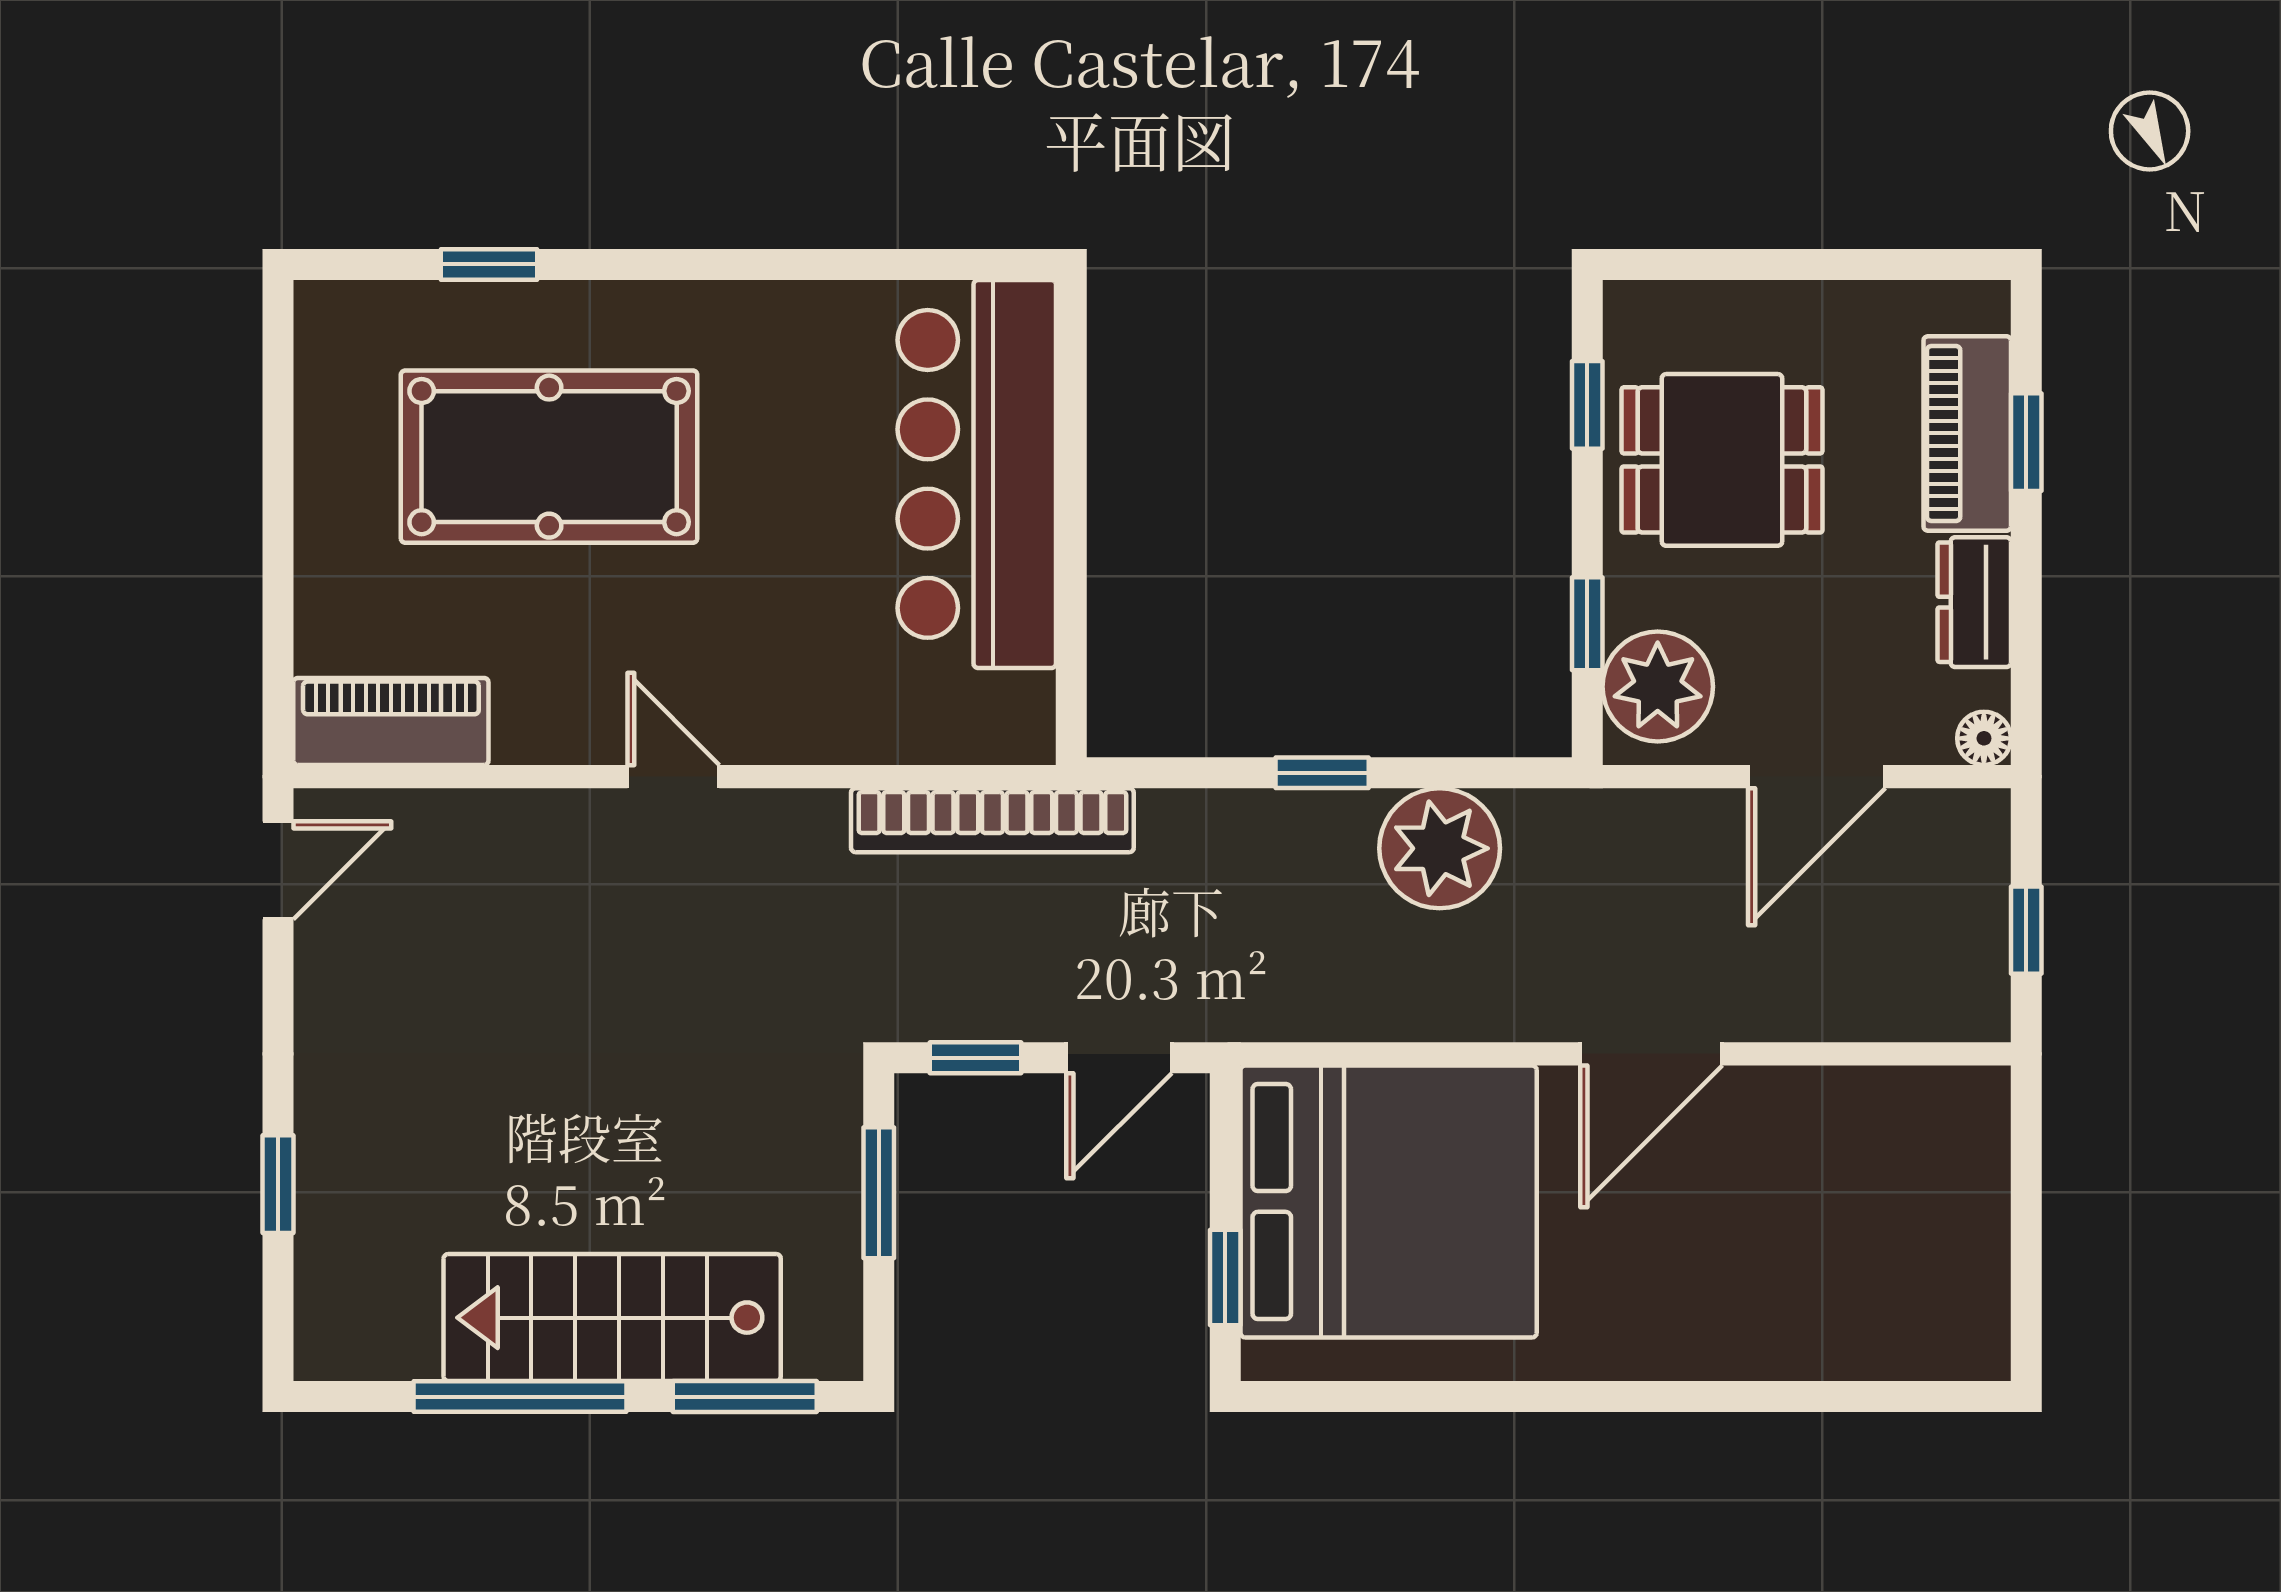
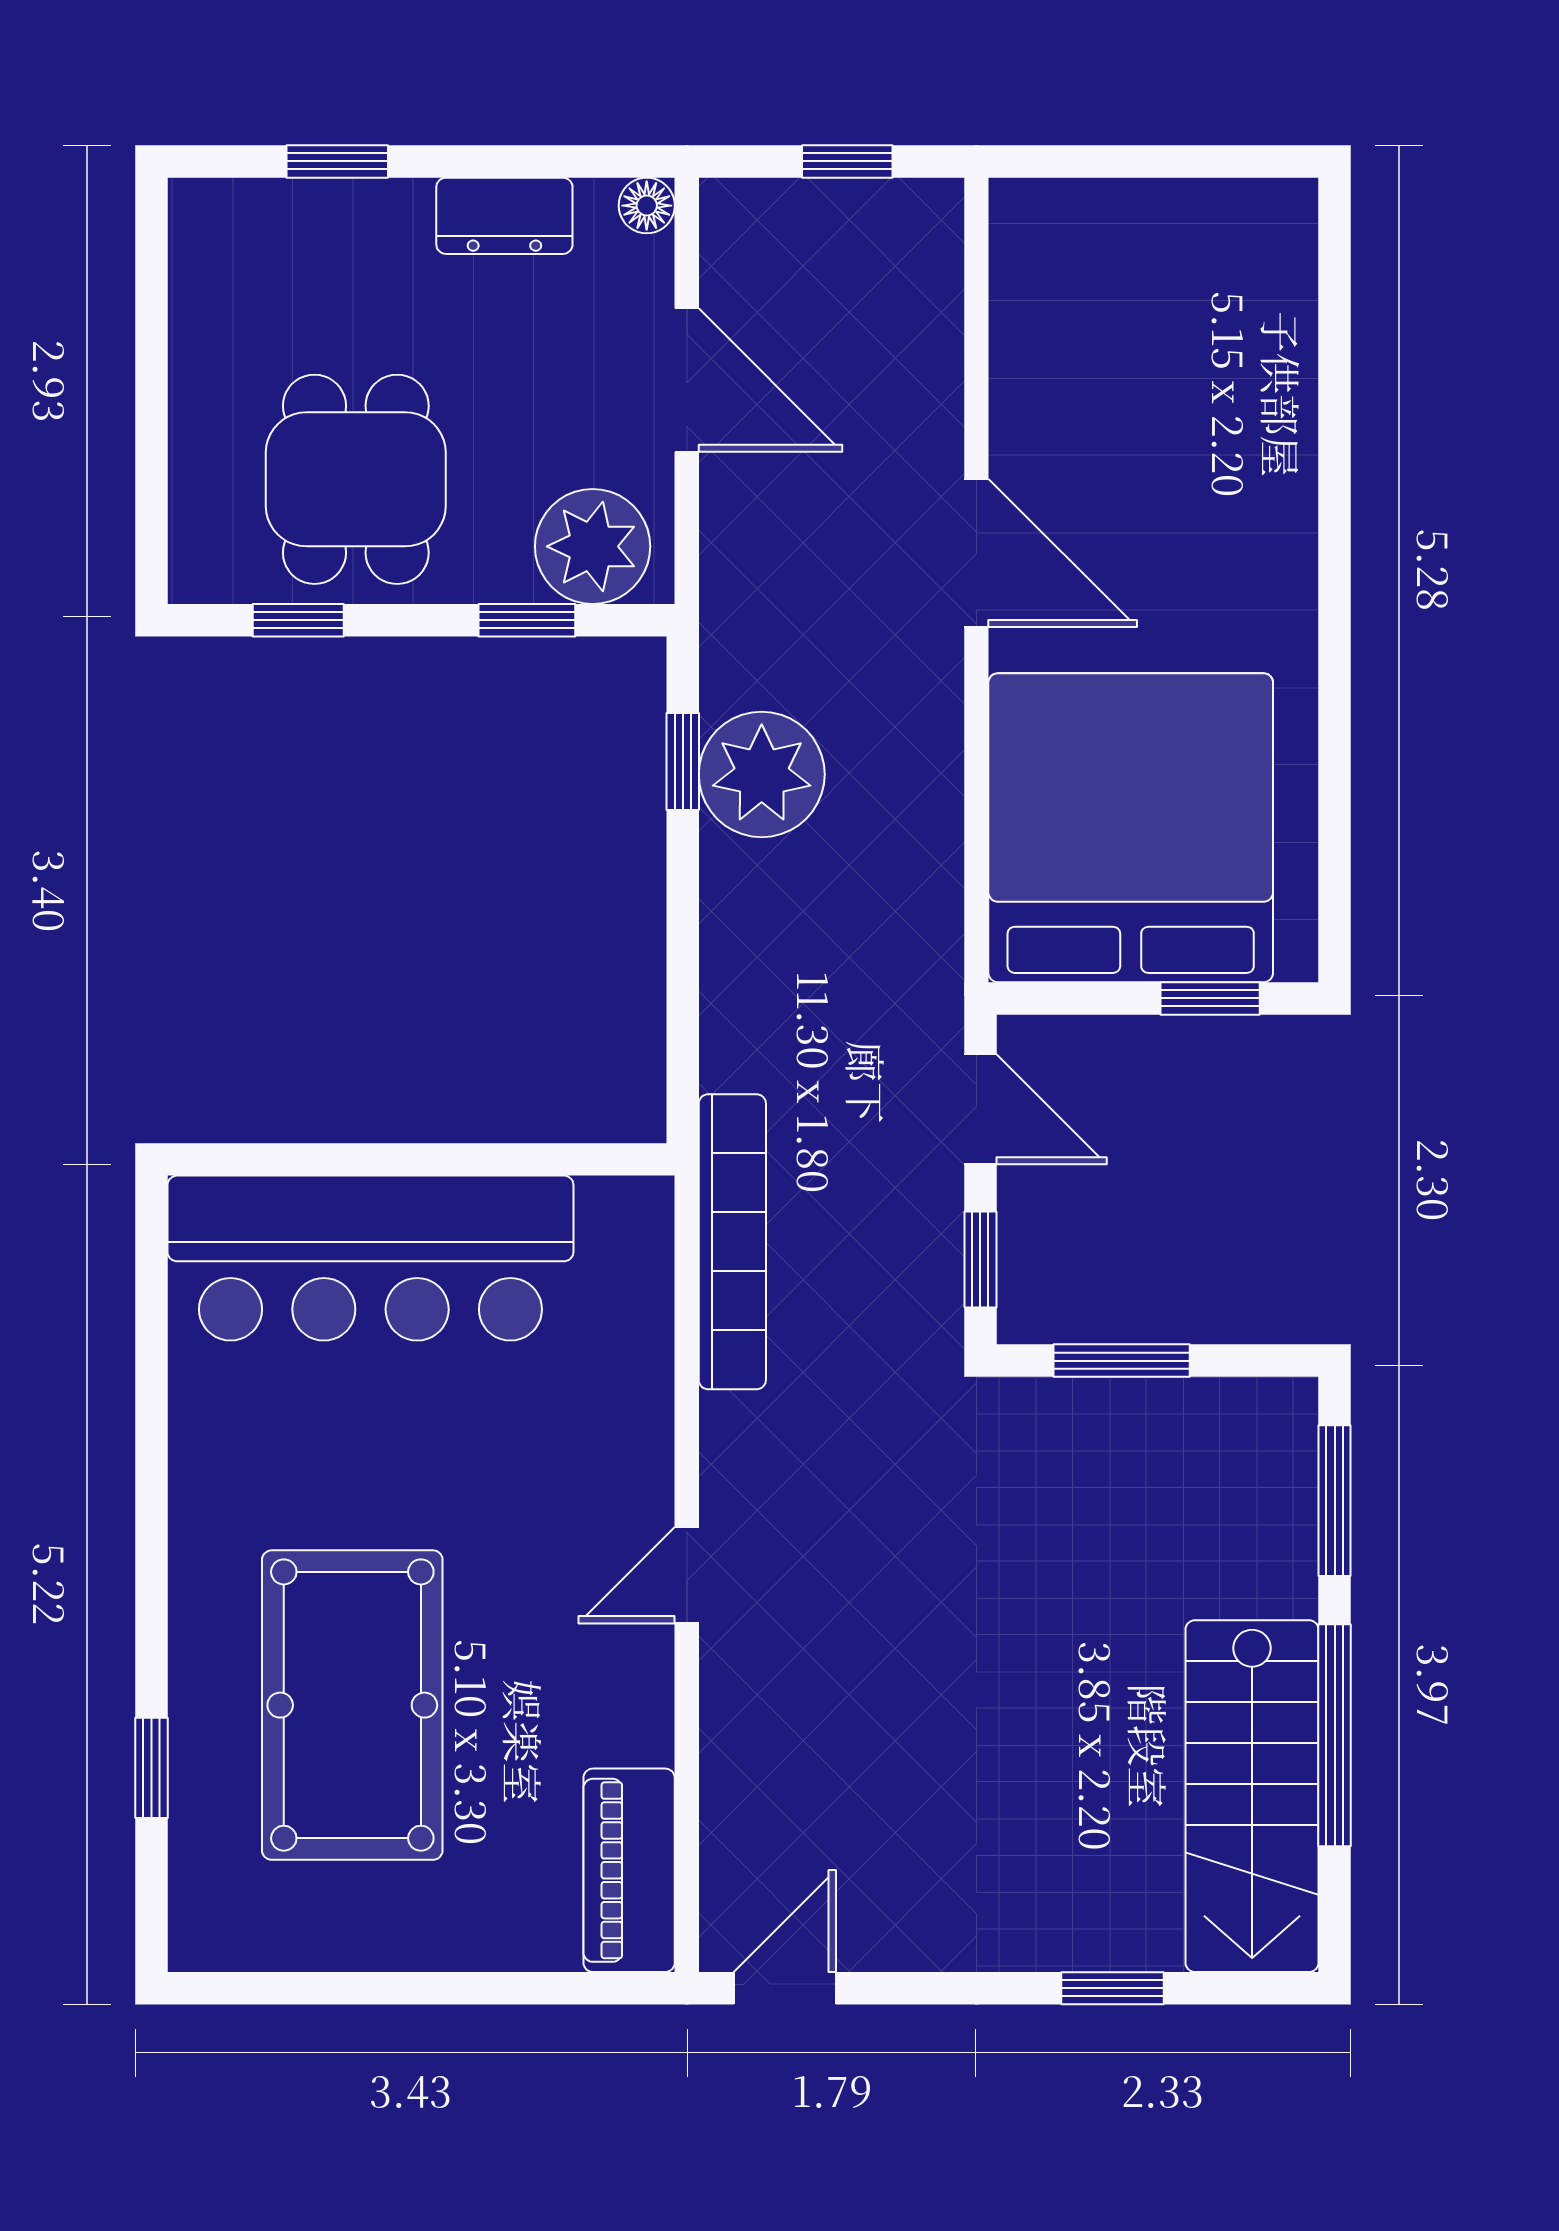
piano: (1967, 433) -> (328, 223), removed
window: (1322, 773) -> (683, 761), moved
door: (278, 870) -> (785, 1988), hinge flipped
stairs: (612, 1318) -> (1252, 1796), moved

